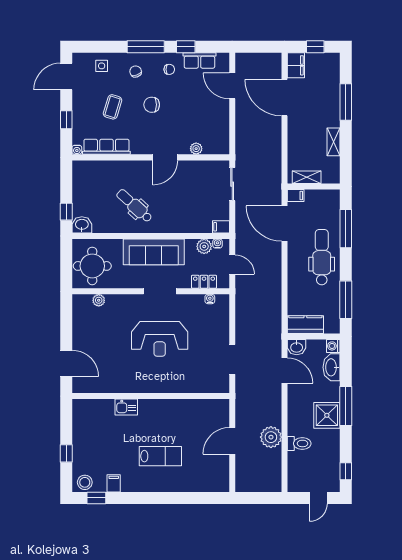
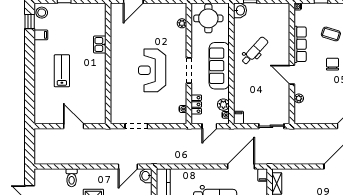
row of seats: (106, 147) -> (300, 44), moved
plant: (271, 437) -> (77, 156), removed
lab bench: (160, 456) -> (62, 71), turned 180

